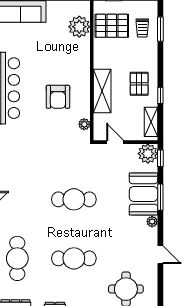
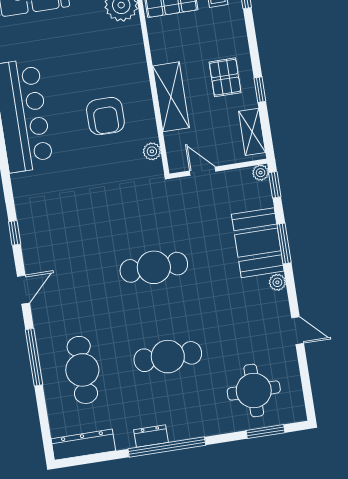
plant: (148, 154) -> (261, 173), width x0.53, depth x0.53

